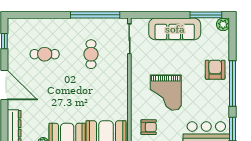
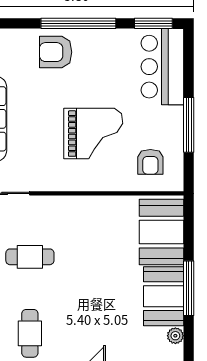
armchair: (149, 127) -> (150, 162), turned 180

